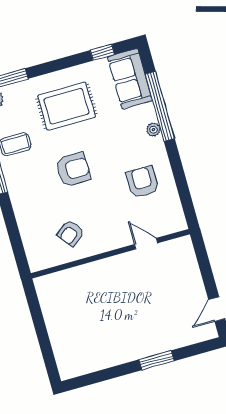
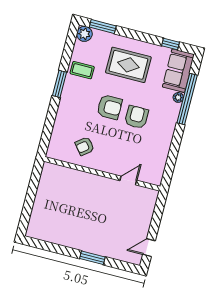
plant: (153, 130) -> (178, 97), moved
armchair: (142, 182) -> (137, 117), moved
door: (146, 244) -> (128, 180), hinge flipped

